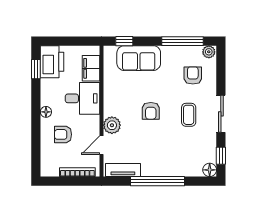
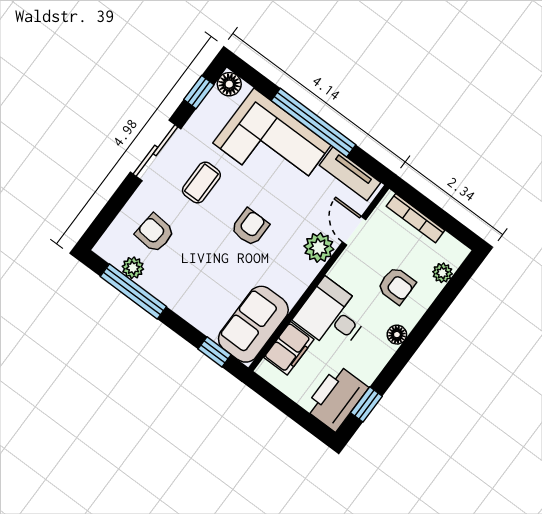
plant: (209, 52) -> (133, 268), moved
sofa: (139, 58) -> (253, 324), moved, turned -90
armchair: (193, 75) -> (155, 233), turned 95
door: (101, 145) -> (354, 231), swing flipped
plant: (46, 156) -> (442, 273), added
corner sofa: (169, 157) -> (272, 144), added

